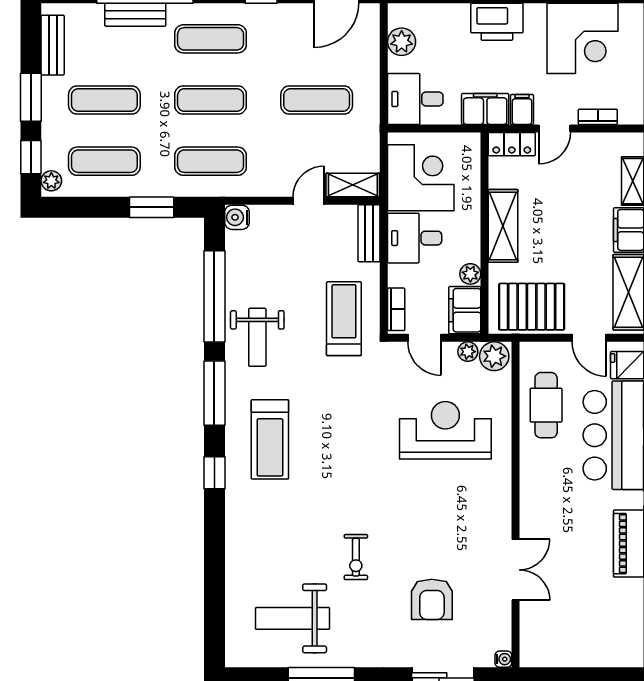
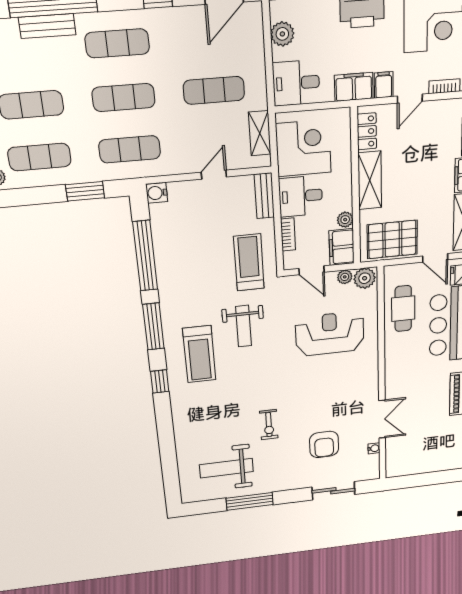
locker: (512, 144) -> (367, 131), moved, turned -90
shelving: (353, 185) -> (260, 133), moved, turned 90
bookcase: (396, 309) -> (288, 234), moved
weight bench: (257, 337) -> (244, 326), moved
water cooler: (503, 659) -> (374, 448), moved

